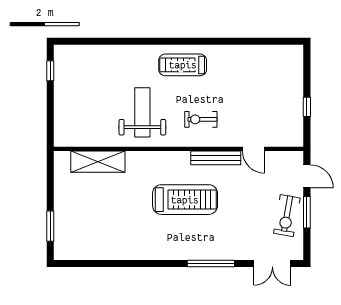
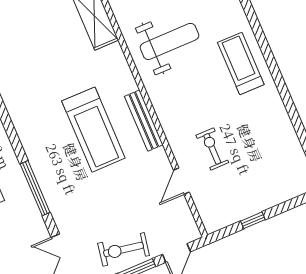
exercise bike: (201, 119) -> (212, 149), moved
bench: (216, 158) -> (144, 121), moved

